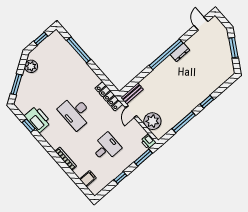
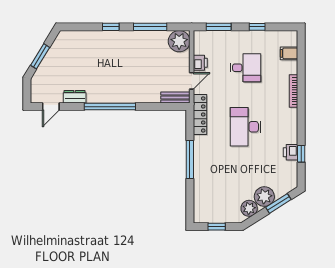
window: (79, 50) -> (190, 160), moved
dresser: (180, 52) -> (75, 97), moved
plant: (28, 81) -> (264, 197), added
desk: (76, 113) -> (245, 127), turned 180
printer: (38, 119) -> (291, 152), width x0.53, depth x0.68
plant: (152, 121) -> (179, 41), moved
printer: (148, 142) -> (200, 63), moved
desk: (106, 147) -> (245, 68), turned 180

